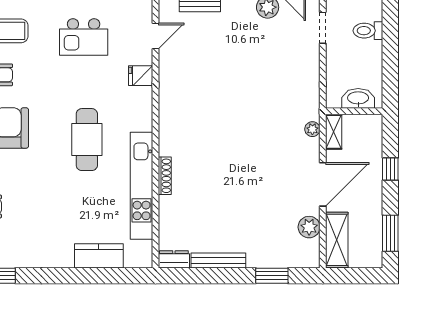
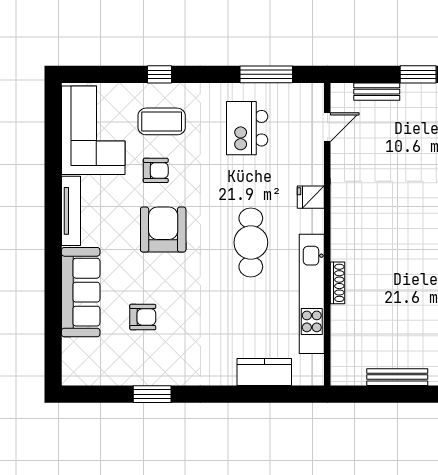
kitchen island: (84, 37) -> (247, 128), turned 90
fridge: (141, 76) -> (311, 197), moved
dresser: (174, 259) -> (348, 376), removed

